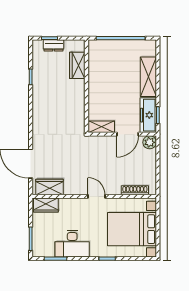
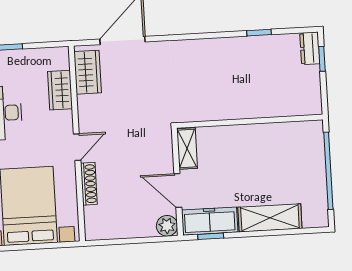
dresser: (54, 45) -> (310, 48), moved
wardrobe: (77, 65) -> (282, 105), removed
shoe rack: (135, 190) -> (89, 184), moved
wardrobe: (46, 205) -> (60, 90), moved

